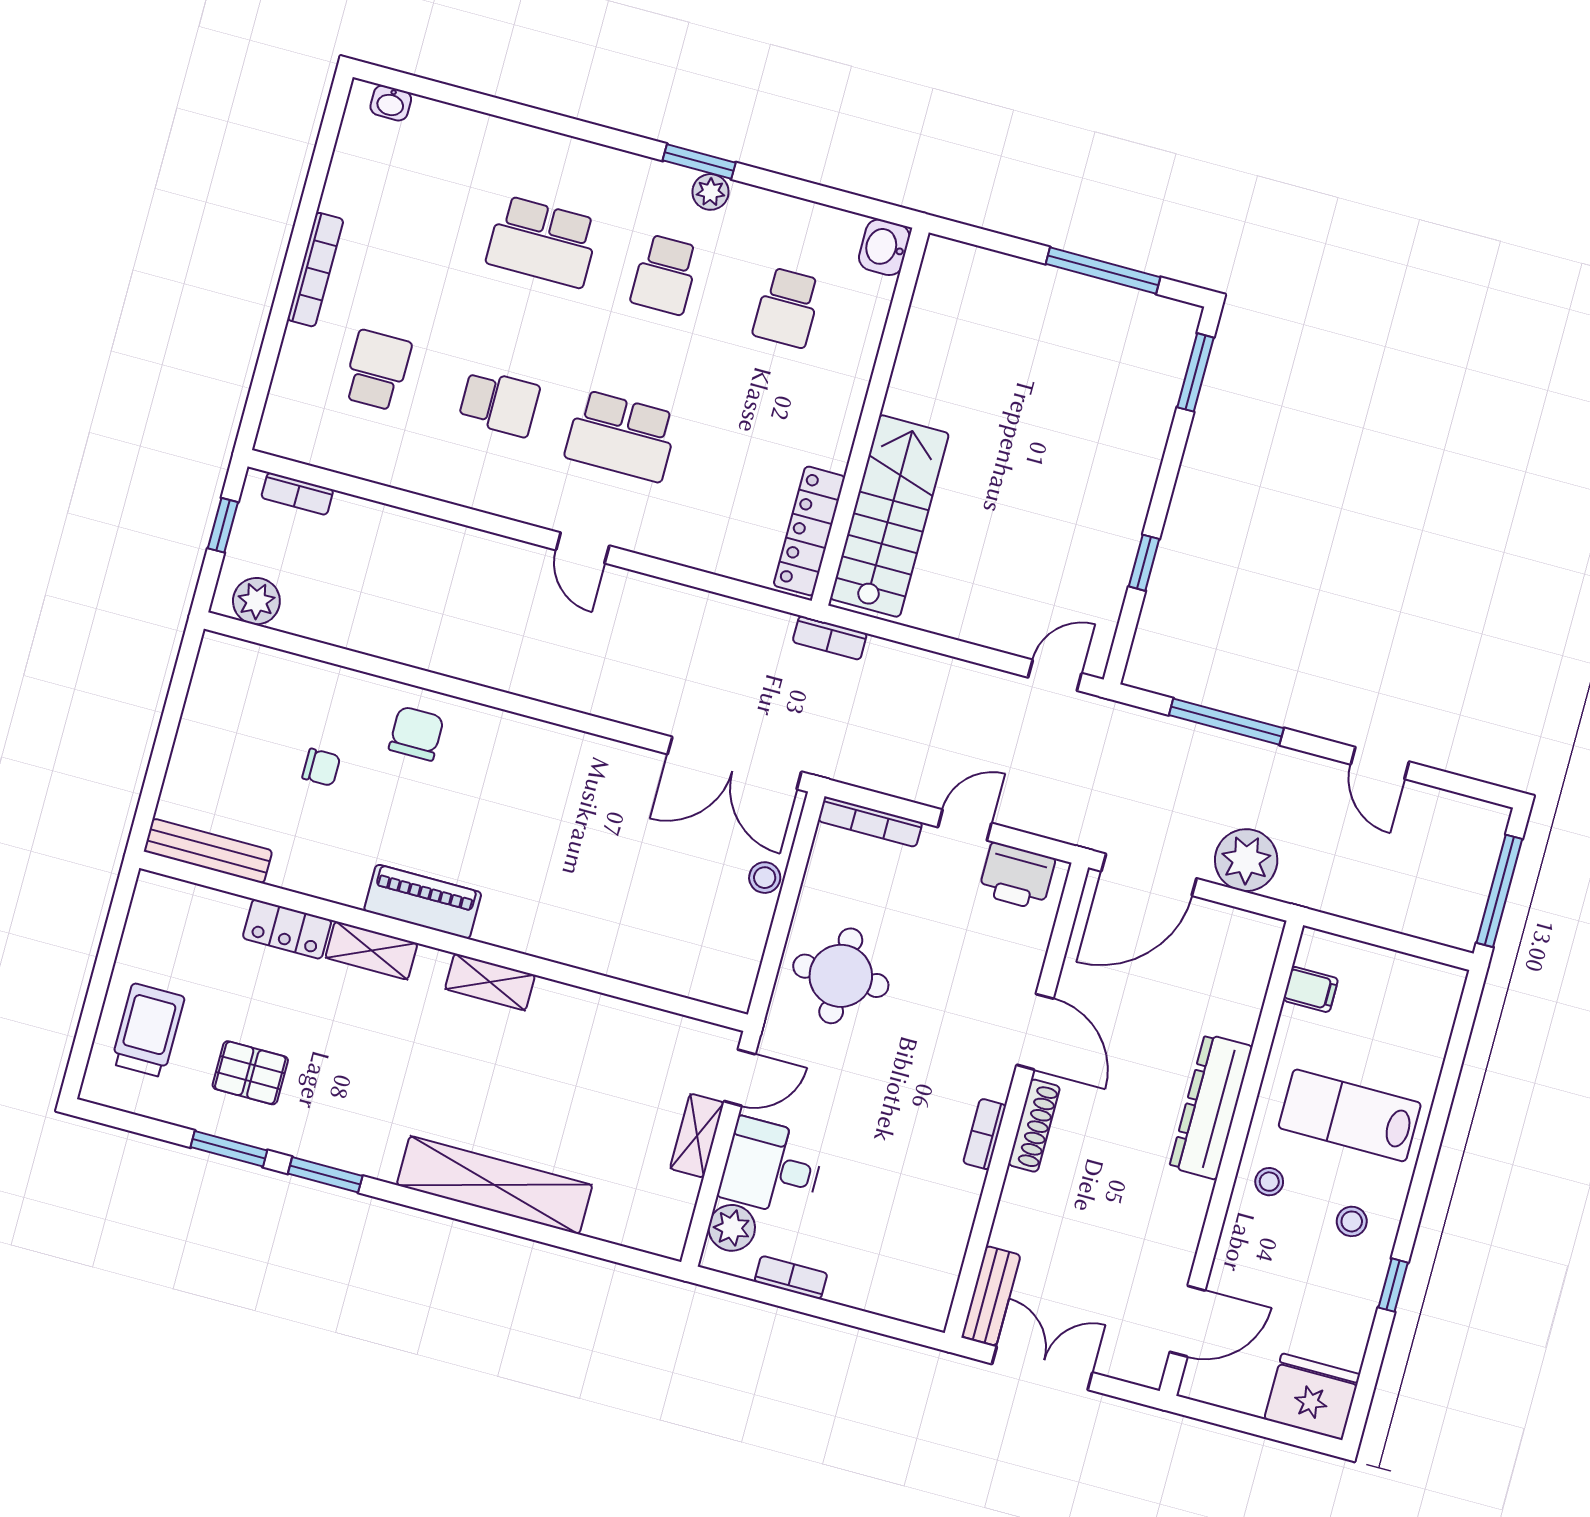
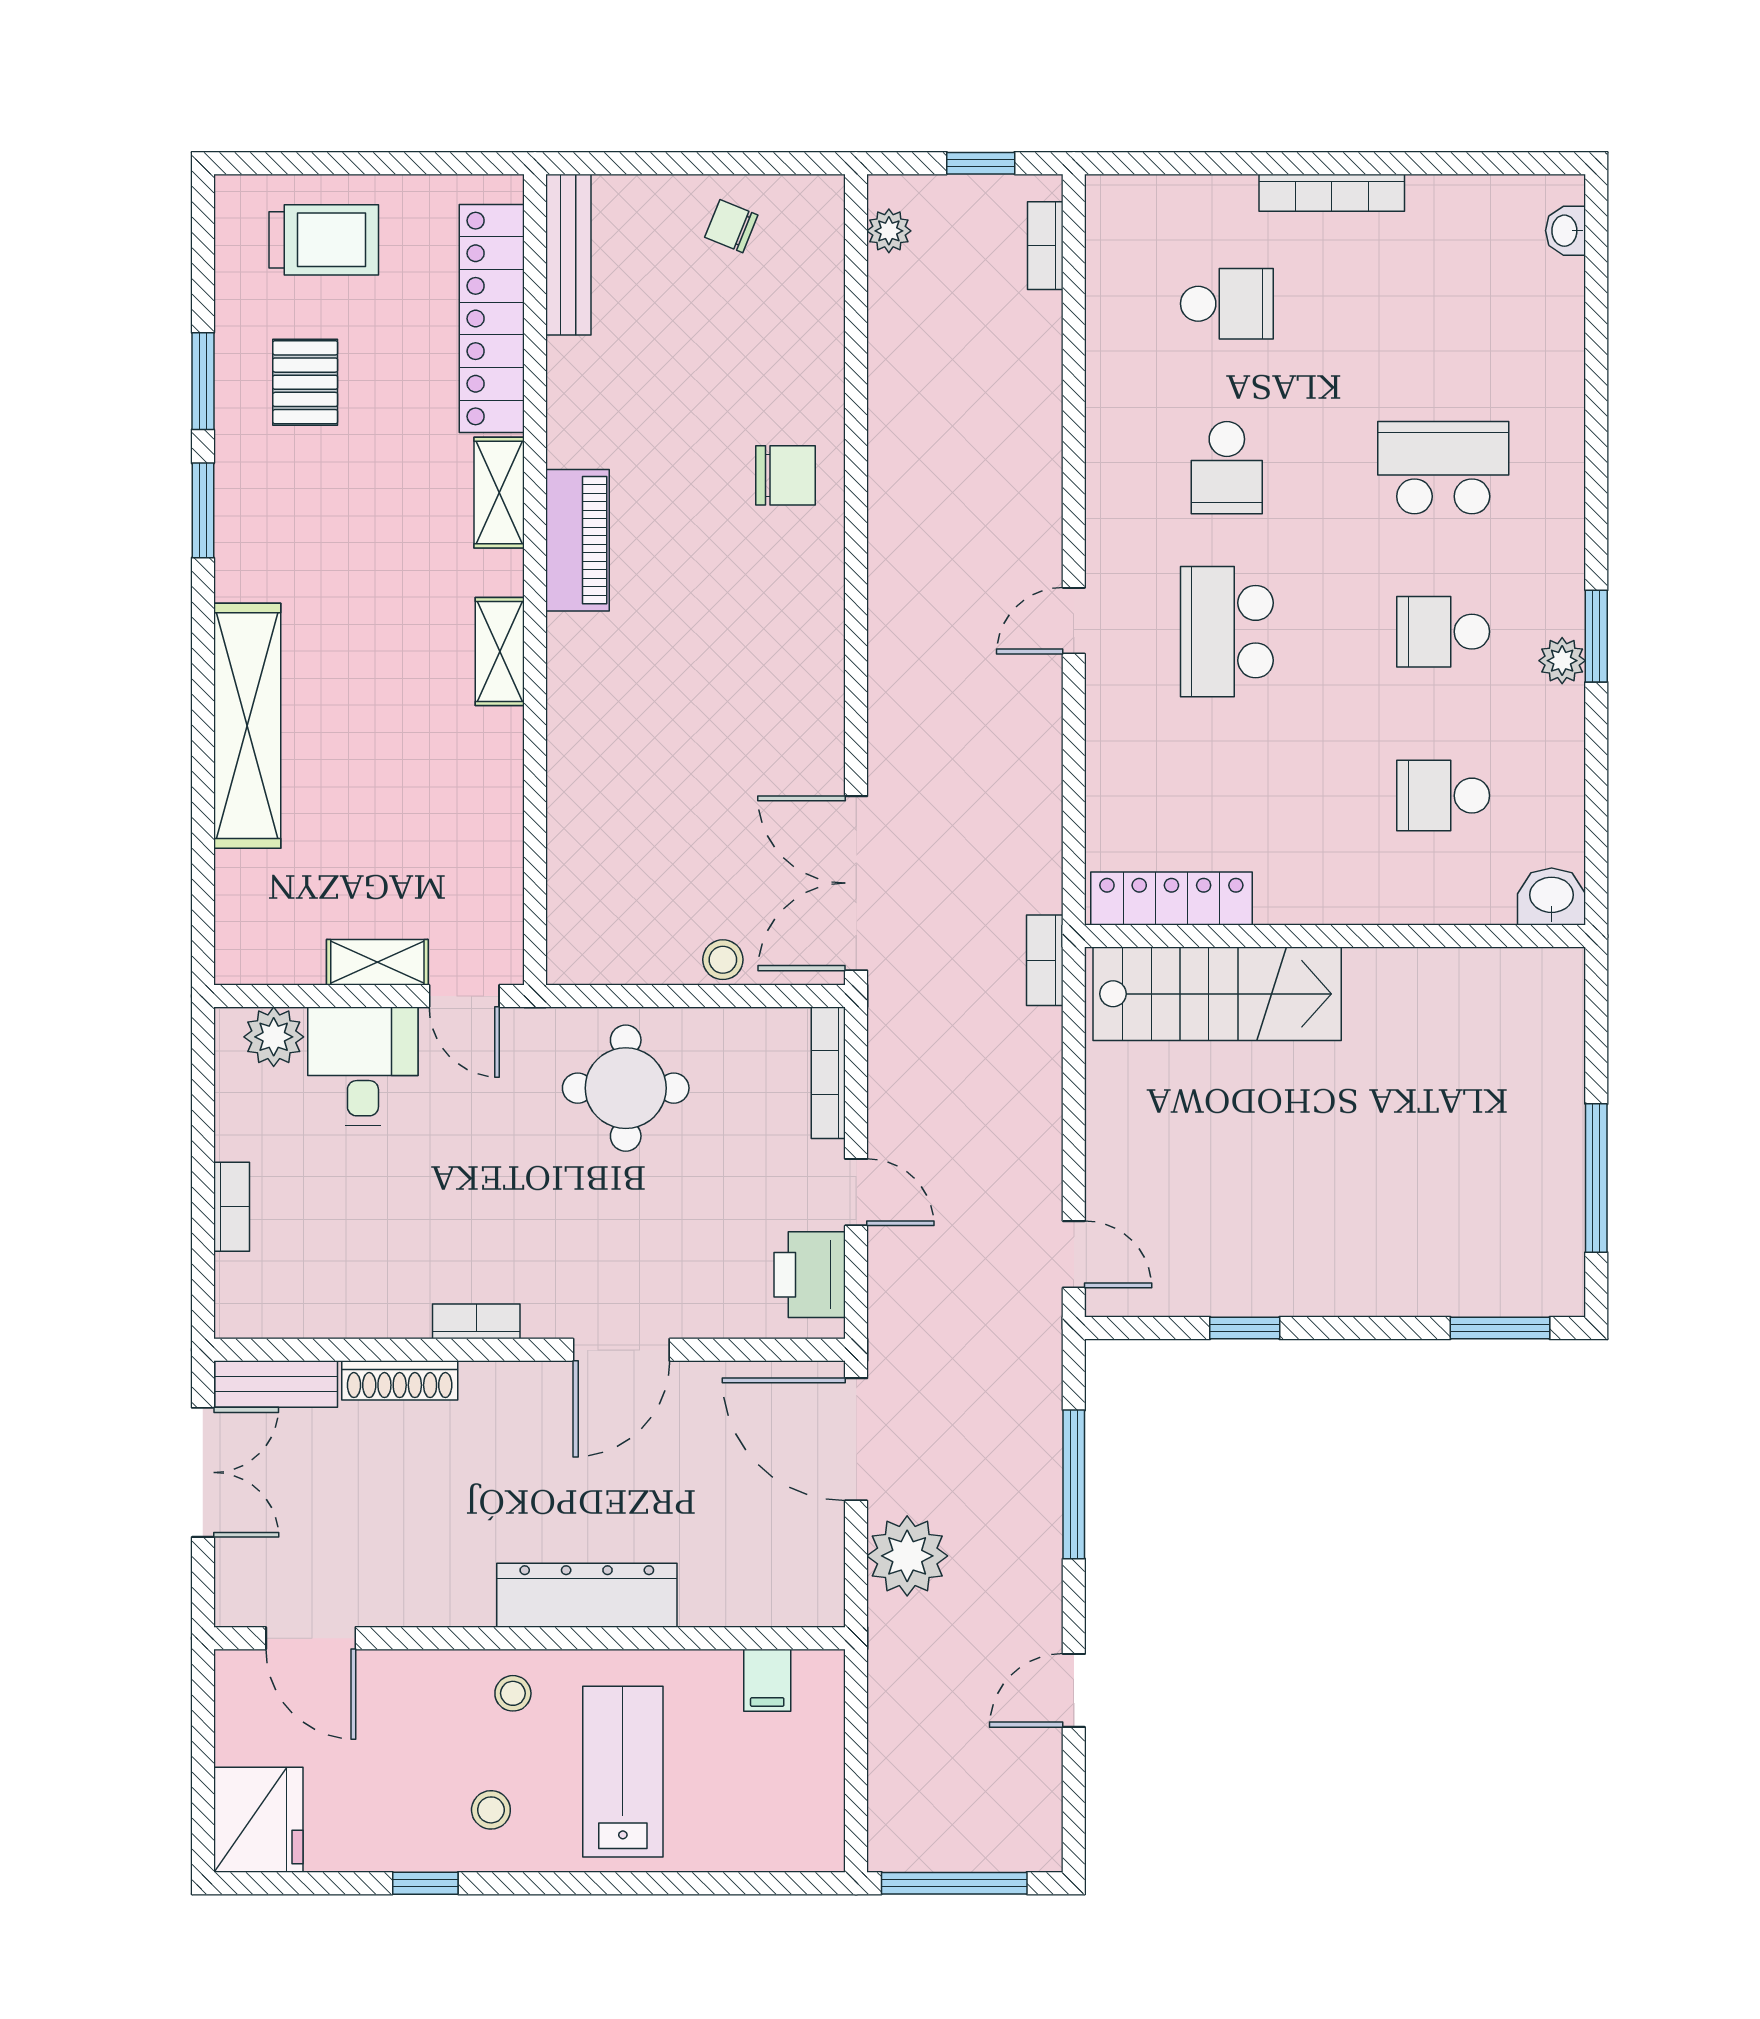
school desk: (543, 242) -> (1443, 468), turned 90
plant: (256, 601) -> (889, 231), width x0.73, depth x0.73
chair: (321, 767) -> (731, 226), moved, turned 112
locker: (287, 929) -> (492, 319), width x2.16, depth x1.21
shoe rack: (1034, 1126) -> (400, 1380), moved
bookcase: (791, 1277) -> (232, 1207), moved

